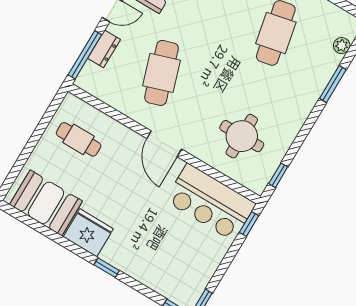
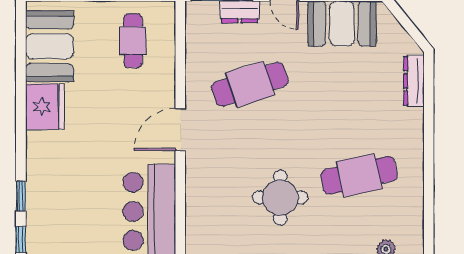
round table: (242, 136) -> (280, 198), moved
window: (107, 268) -> (21, 196), moved

